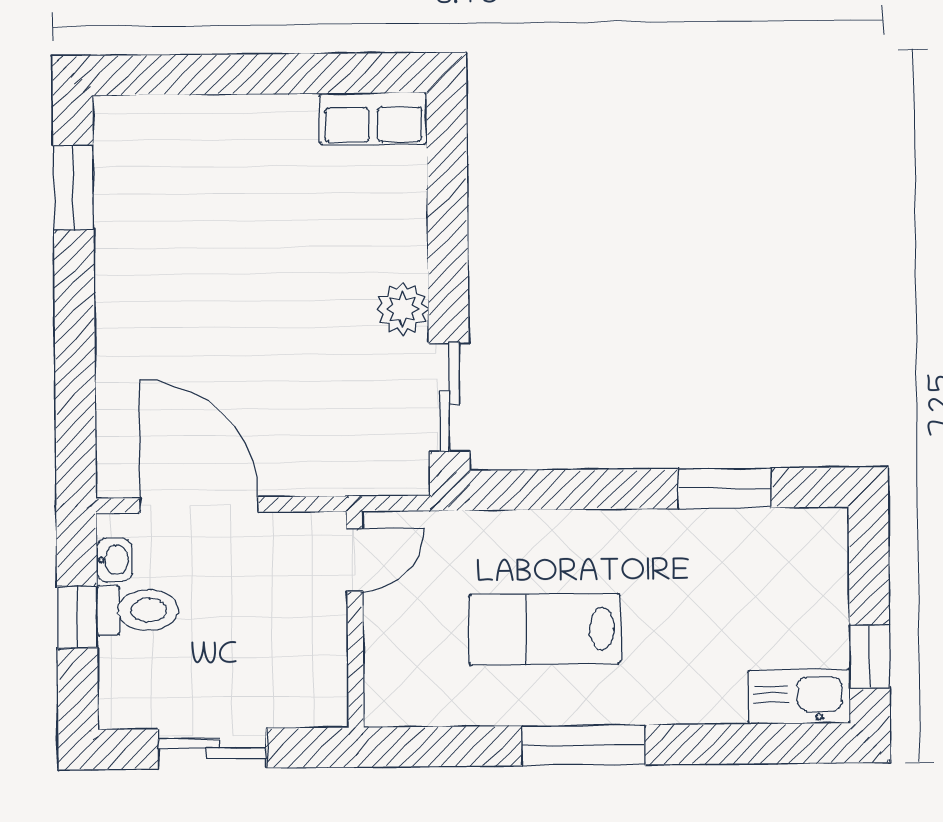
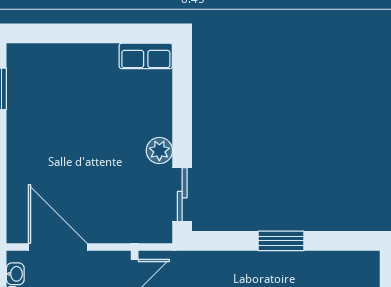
window: (724, 488) -> (281, 241), moved

